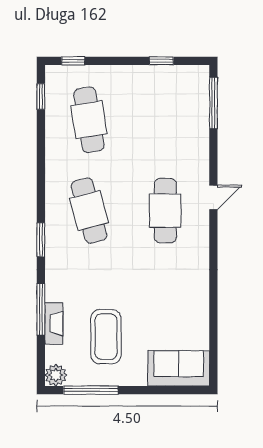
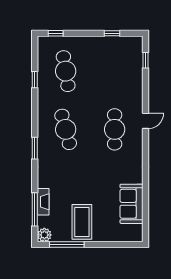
window: (41, 97) -> (35, 80), moved
window: (213, 103) -> (146, 60), width x0.46
window: (41, 309) -> (35, 209), moved
coffee table: (106, 337) -> (82, 222), moved
sofa: (179, 368) -> (132, 204), moved, turned -90

